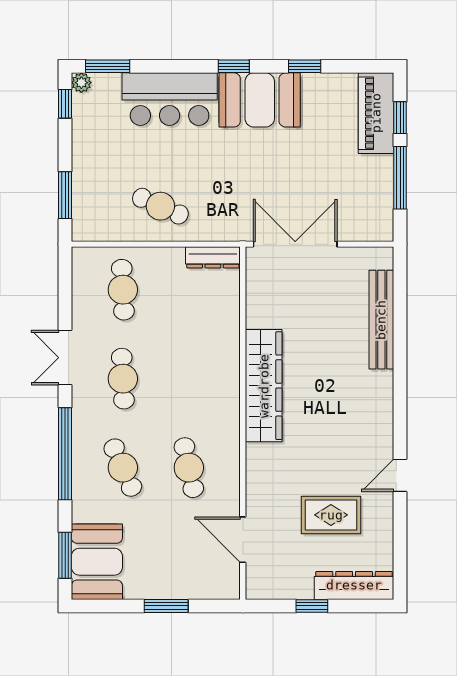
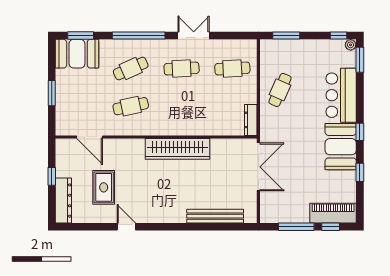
door: (243, 540) -> (90, 137), swing flipped

